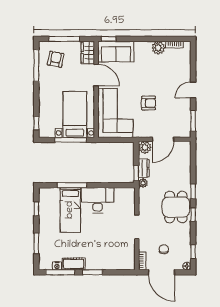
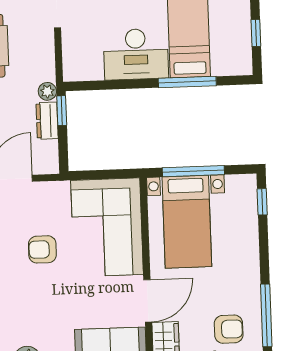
armchair: (56, 59) -> (229, 329), turned -101
door: (96, 75) -> (148, 301), swing flipped
plant: (145, 147) -> (47, 162), removed

